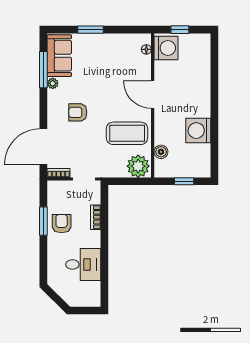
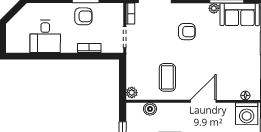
armchair: (78, 112) -> (187, 32), turned 90
coffee table: (127, 133) -> (167, 77), width x0.73, depth x0.76
plant: (138, 166) -> (132, 93), width x0.53, depth x0.53

